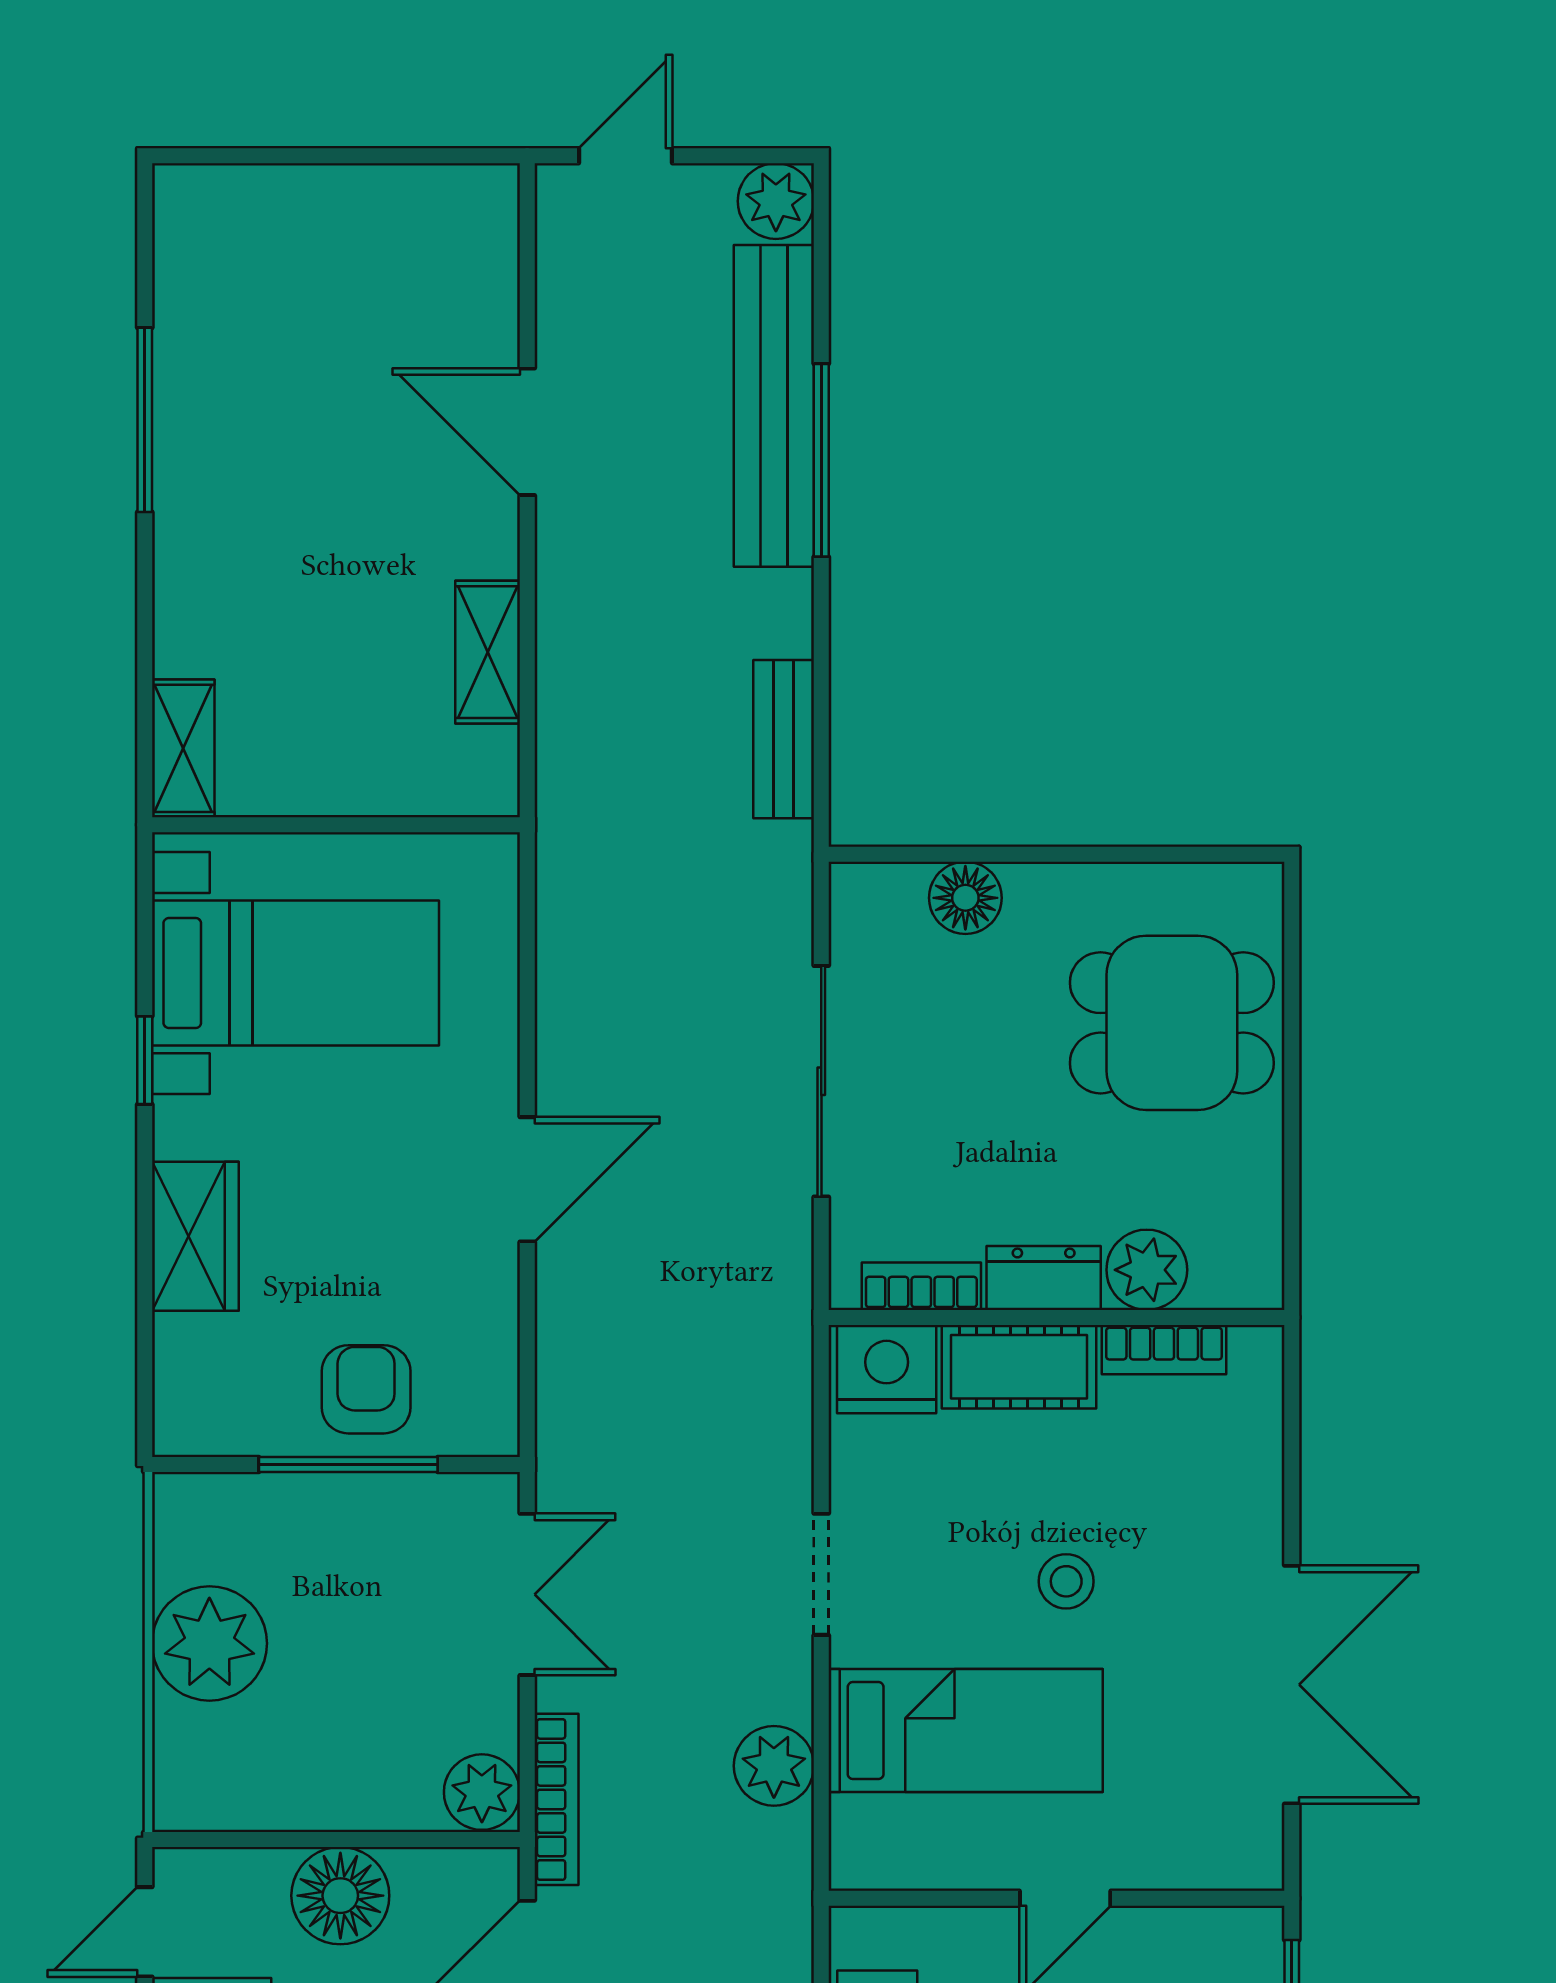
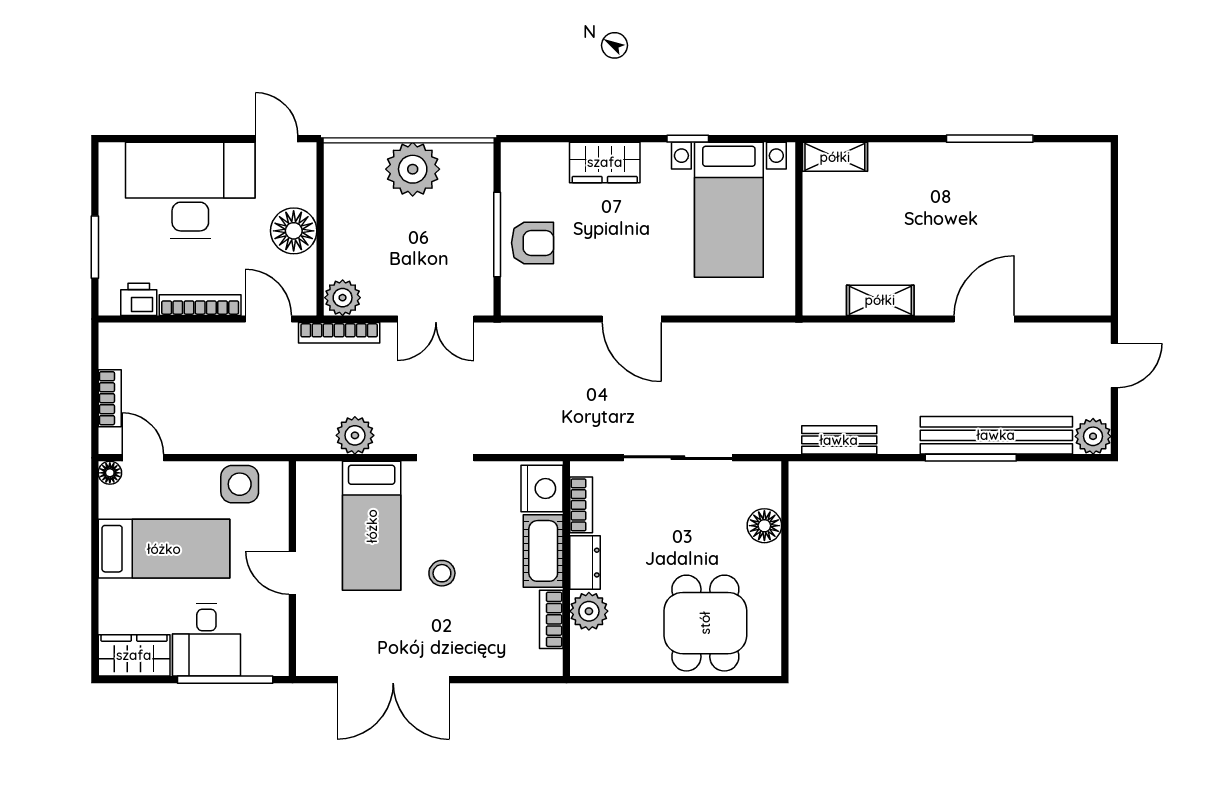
door: (626, 156) -> (1114, 365), hinge flipped

